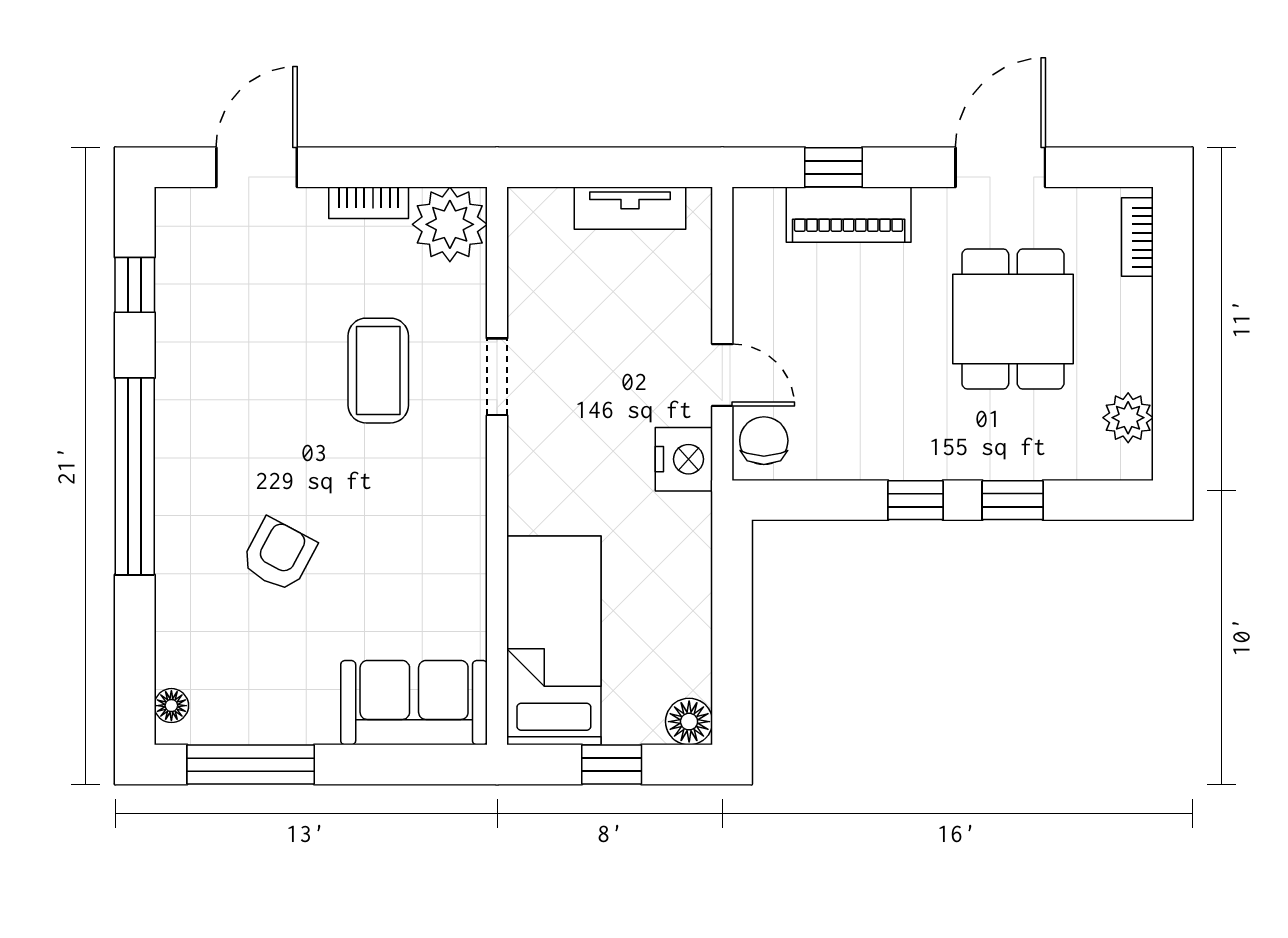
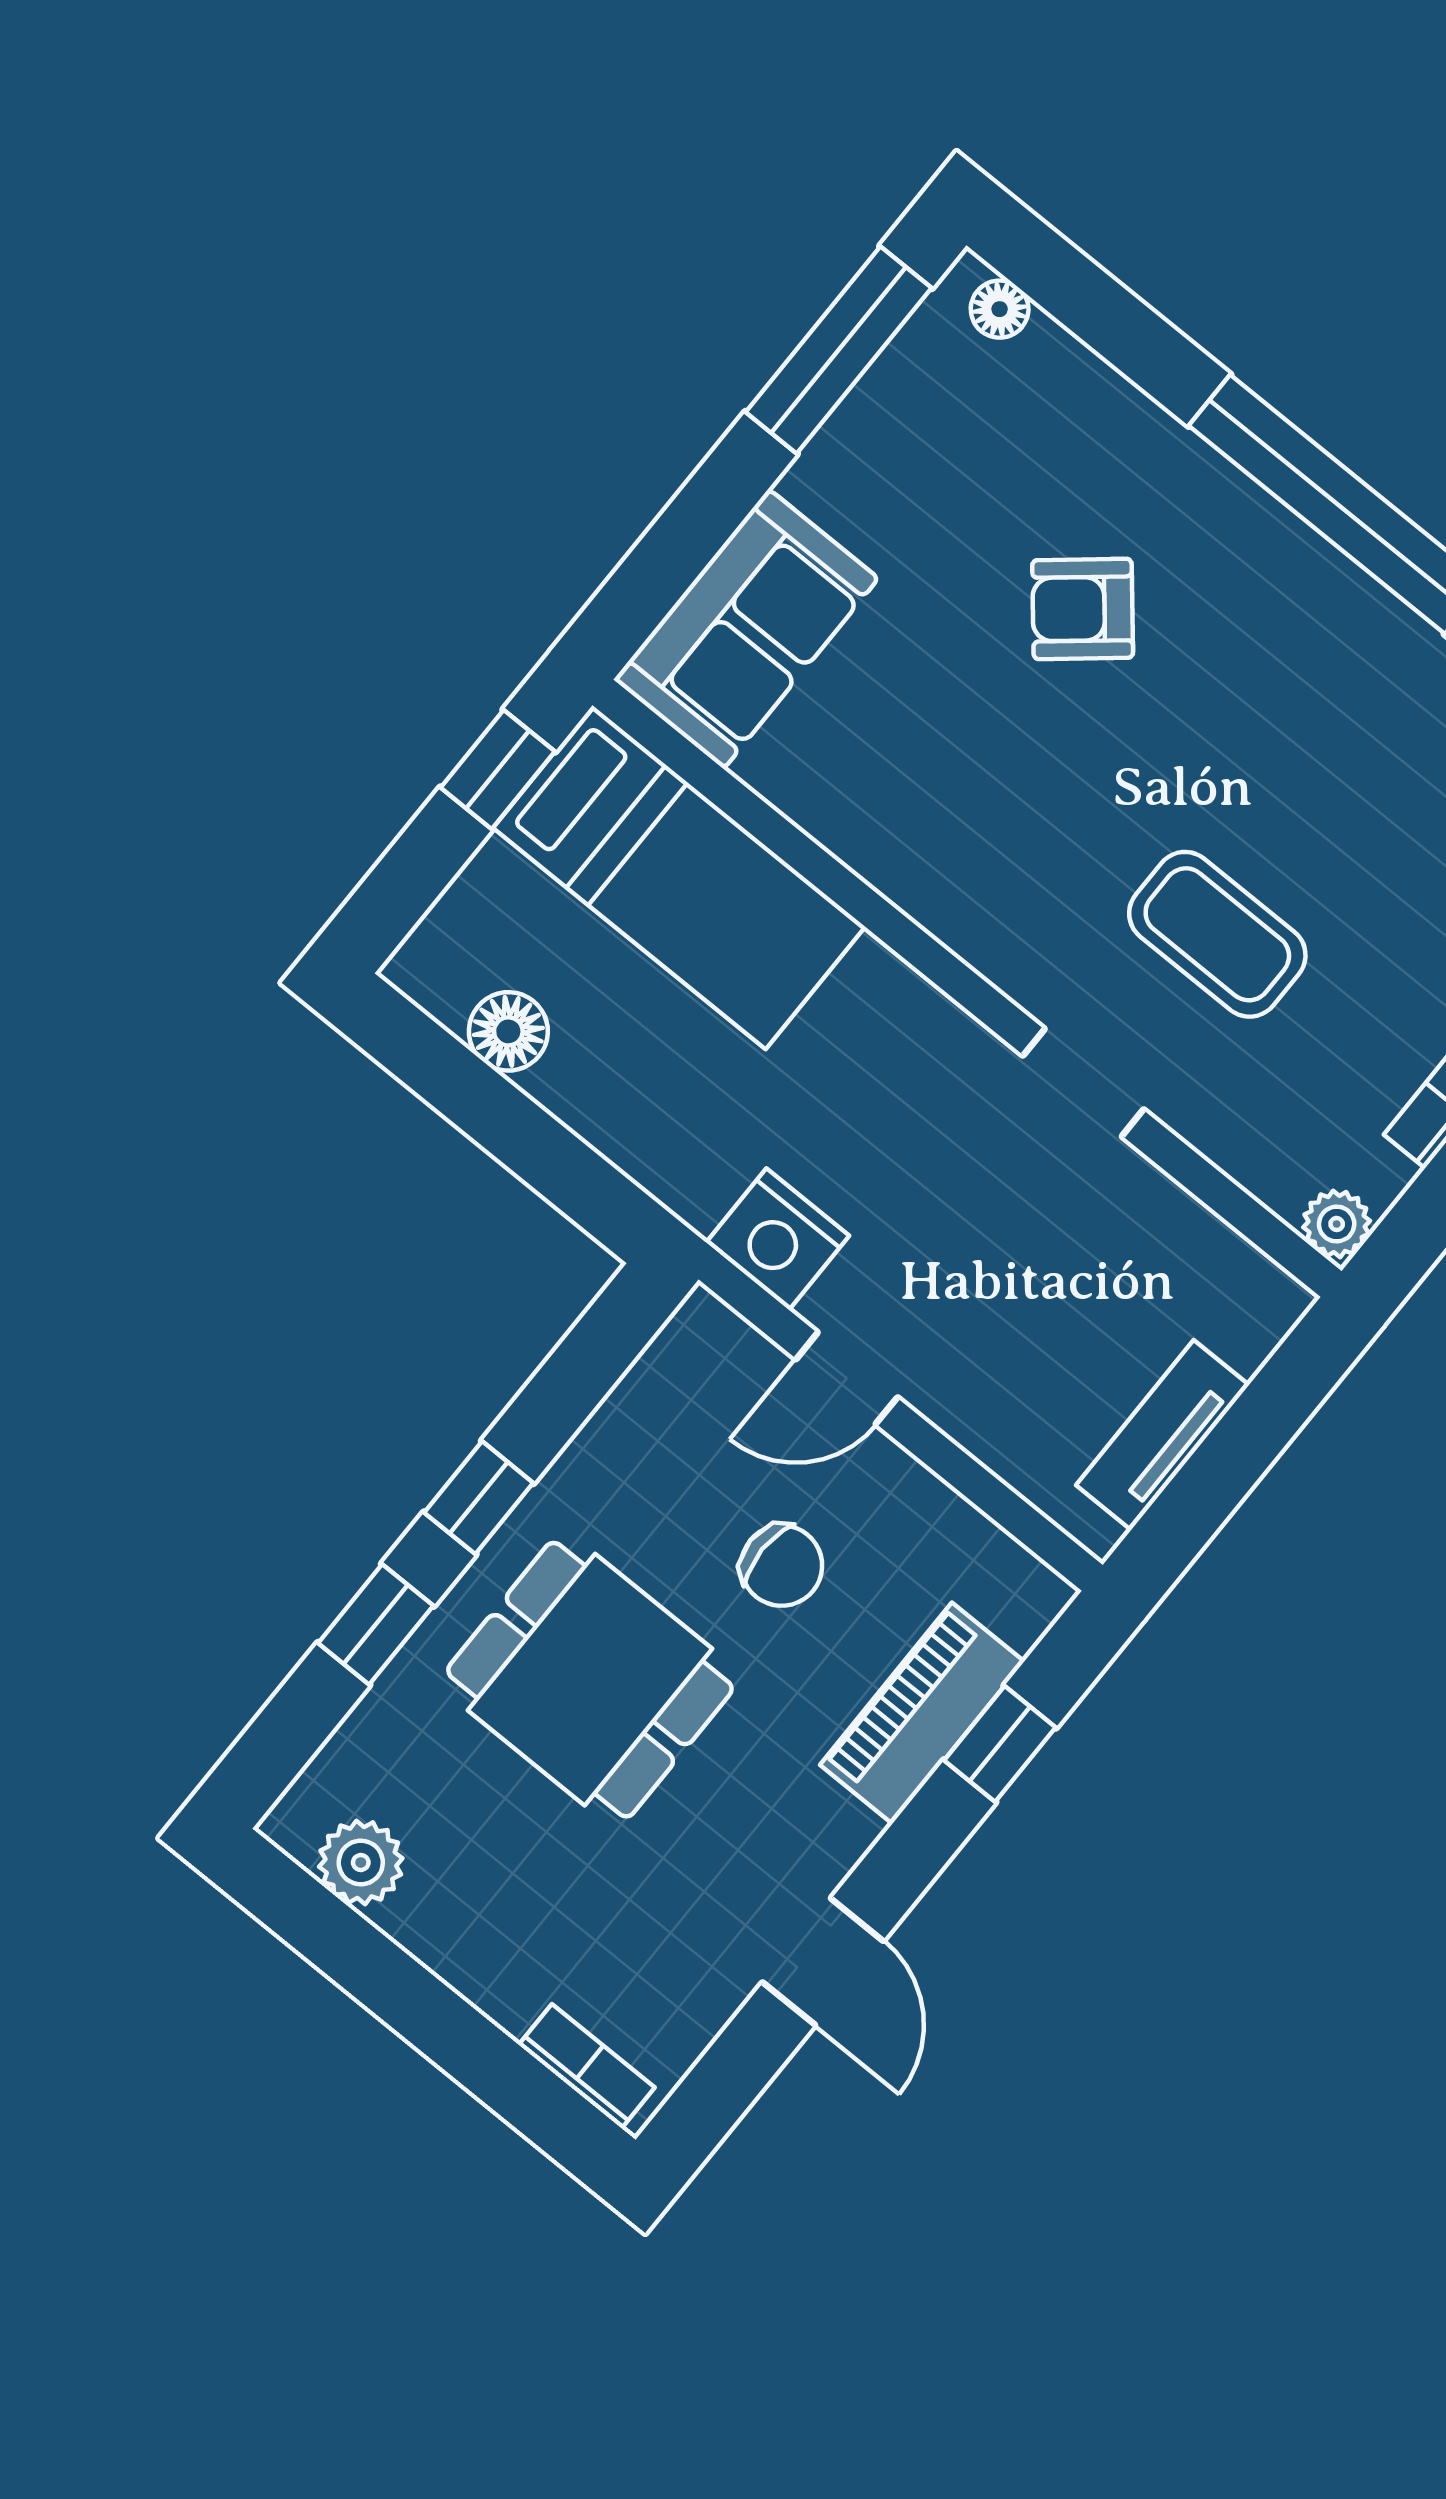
door: (1000, 167) -> (823, 1962), width x0.73
plant: (450, 224) -> (1337, 1224), width x0.53, depth x0.53
dining table: (1013, 319) -> (590, 1680), moved
chair: (764, 441) -> (782, 1566), moved
armchair: (279, 555) -> (1083, 609), turned 112
floor lamp: (689, 722) -> (508, 1031), moved
window: (612, 765) -> (498, 770), moved

